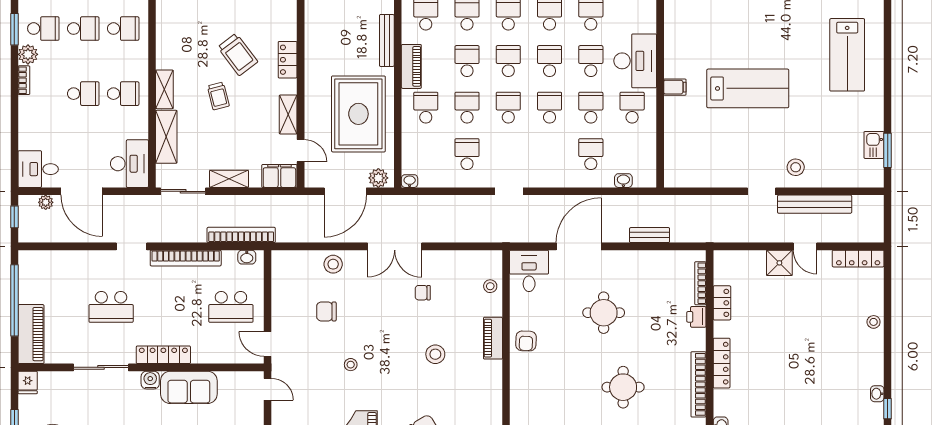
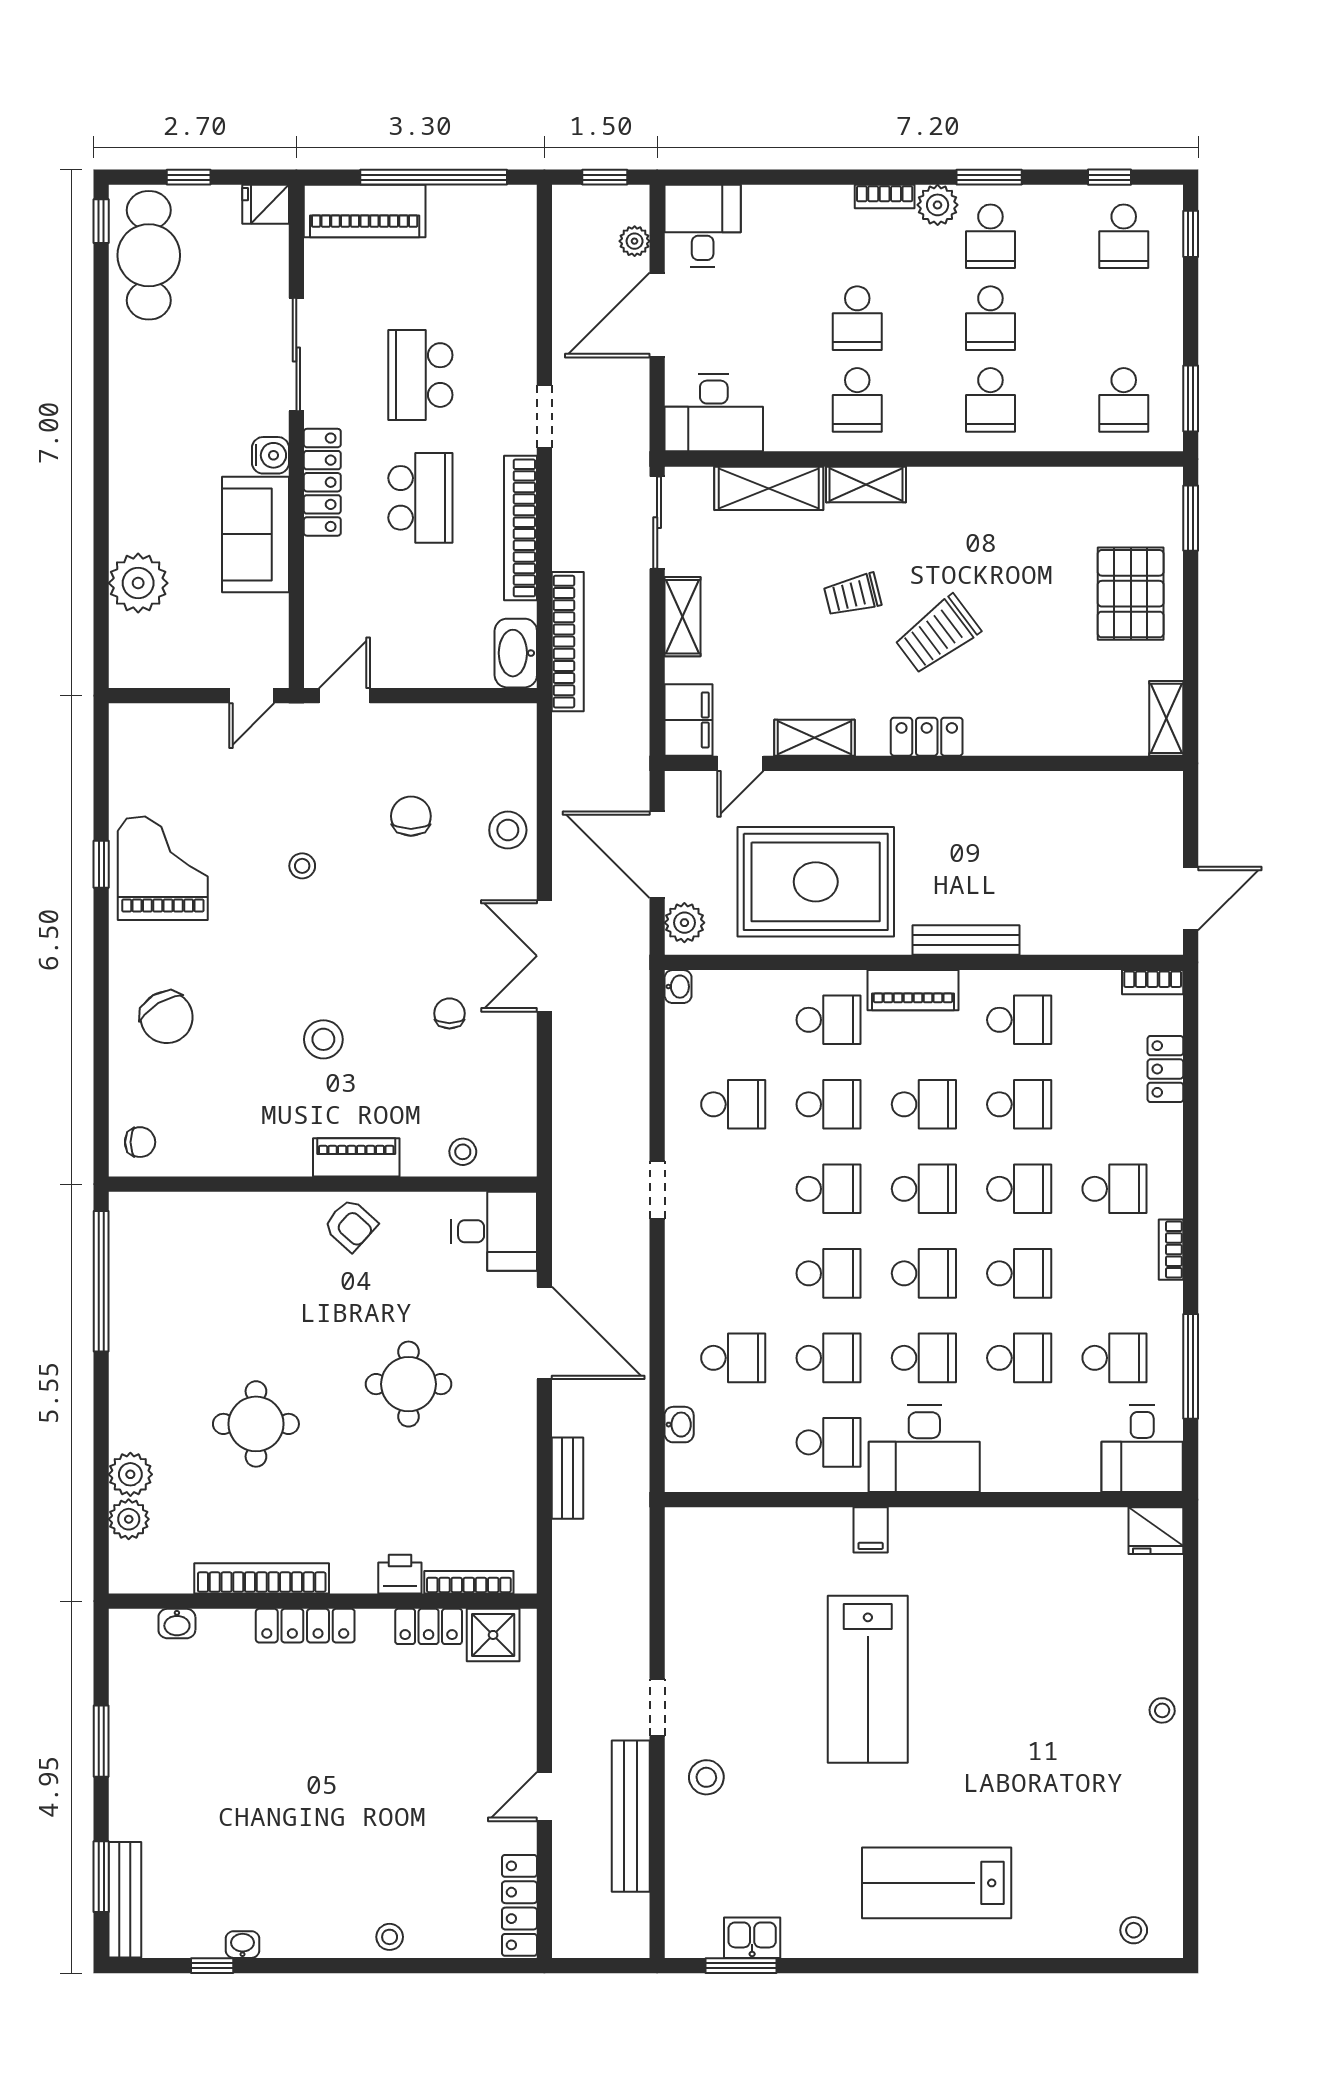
washbasin: (247, 257) -> (516, 653), width x1.91, depth x1.45
shower: (779, 263) -> (493, 1635), moved
school desk: (231, 307) -> (420, 498), moved, turned 180
armchair: (526, 341) -> (351, 1225), turned -140

